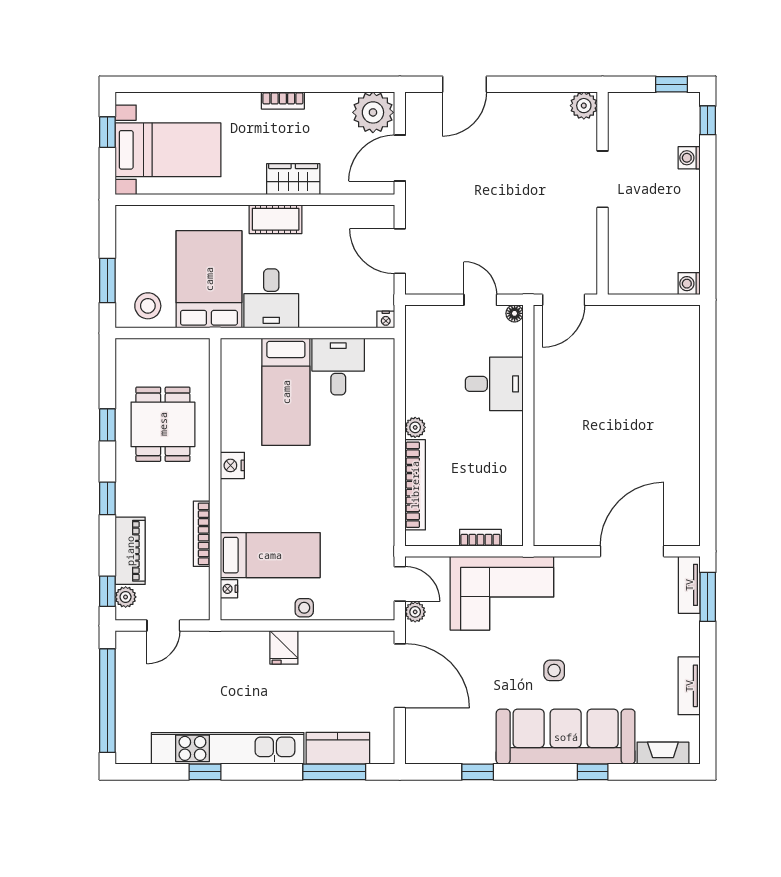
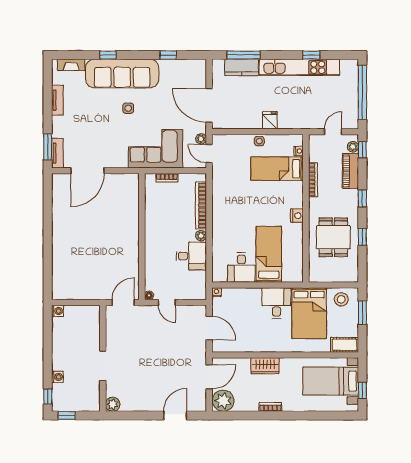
cot: (276, 219) -> (345, 345), moved
desk: (494, 384) -> (191, 256), moved, turned 180

